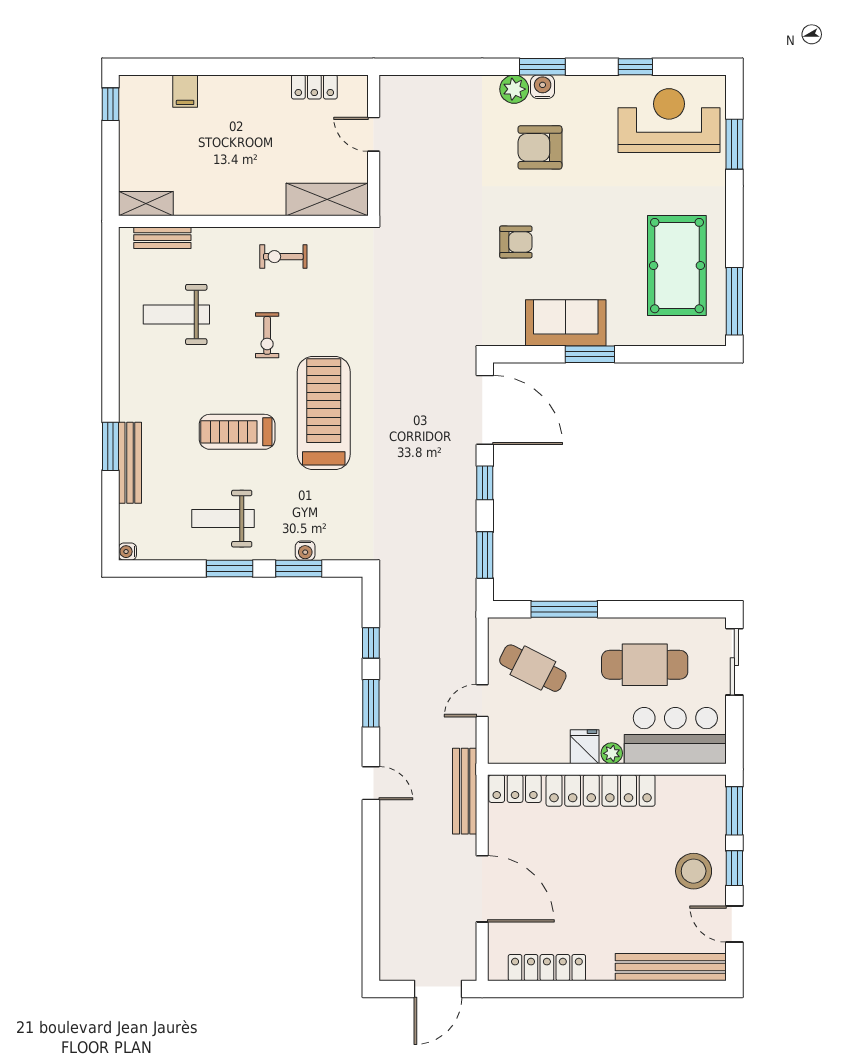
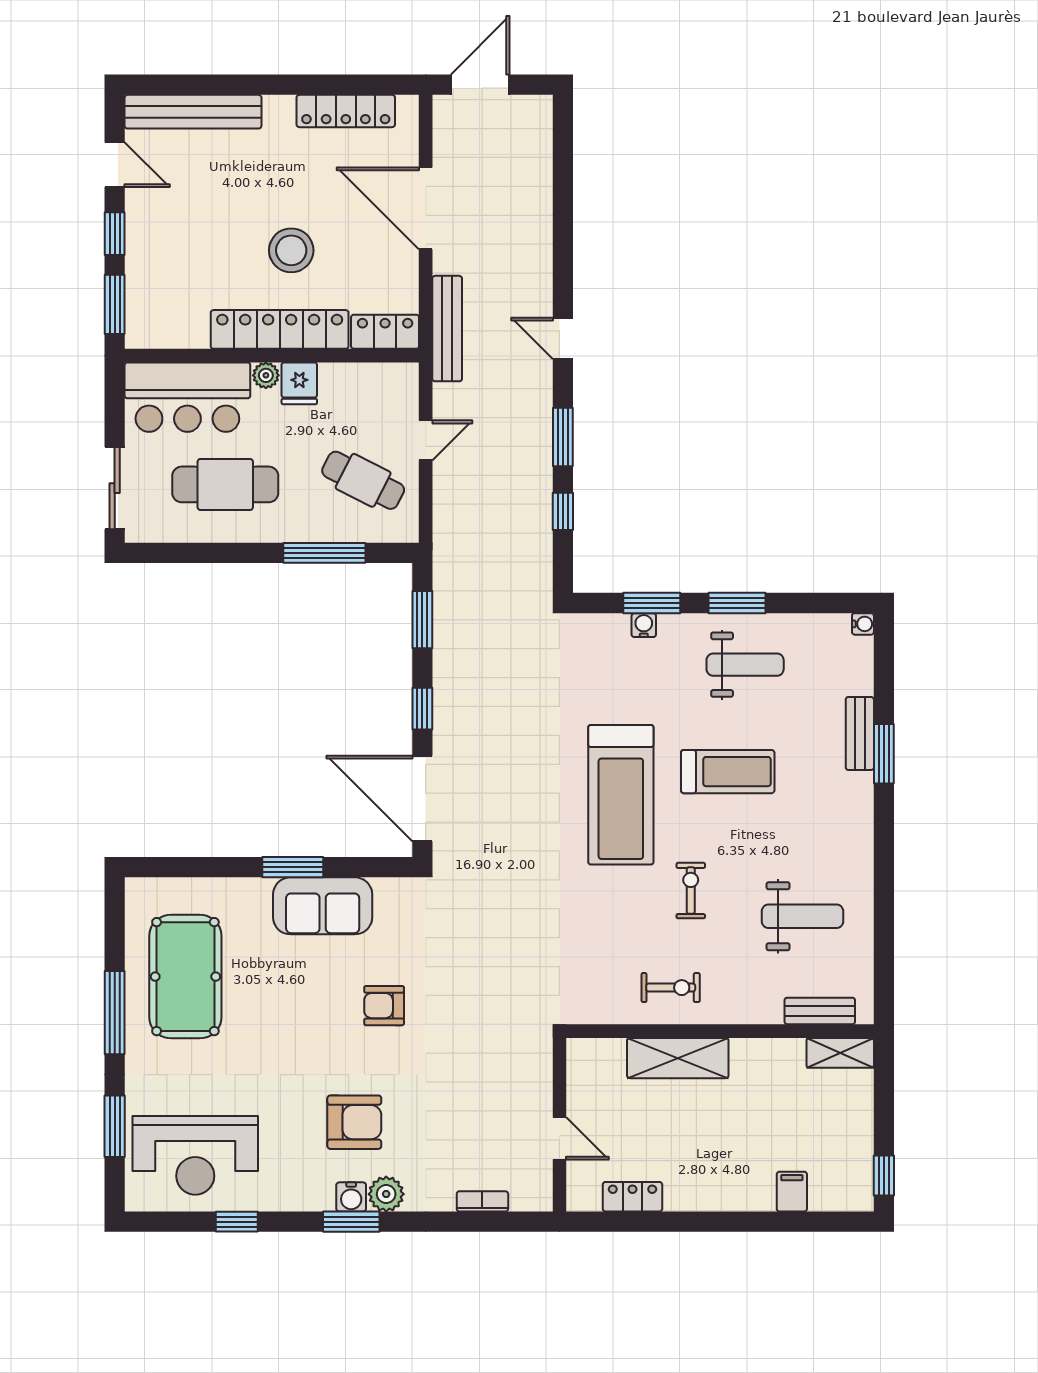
bookcase: (436, 83) -> (482, 1201), added
shelving: (327, 199) -> (678, 1058), moved
window: (734, 301) -> (115, 1013), moved
bench: (130, 463) -> (860, 733), width x0.73
stool: (694, 871) -> (291, 250), moved

